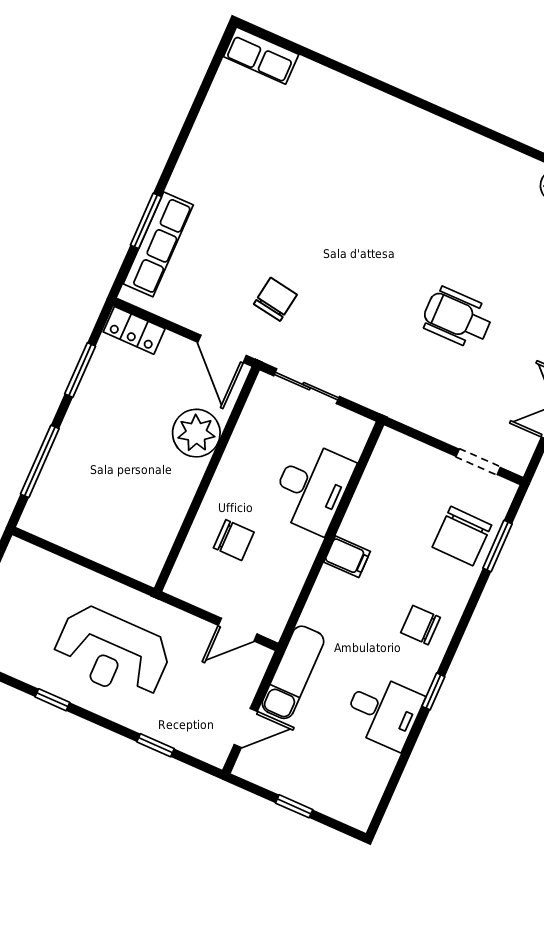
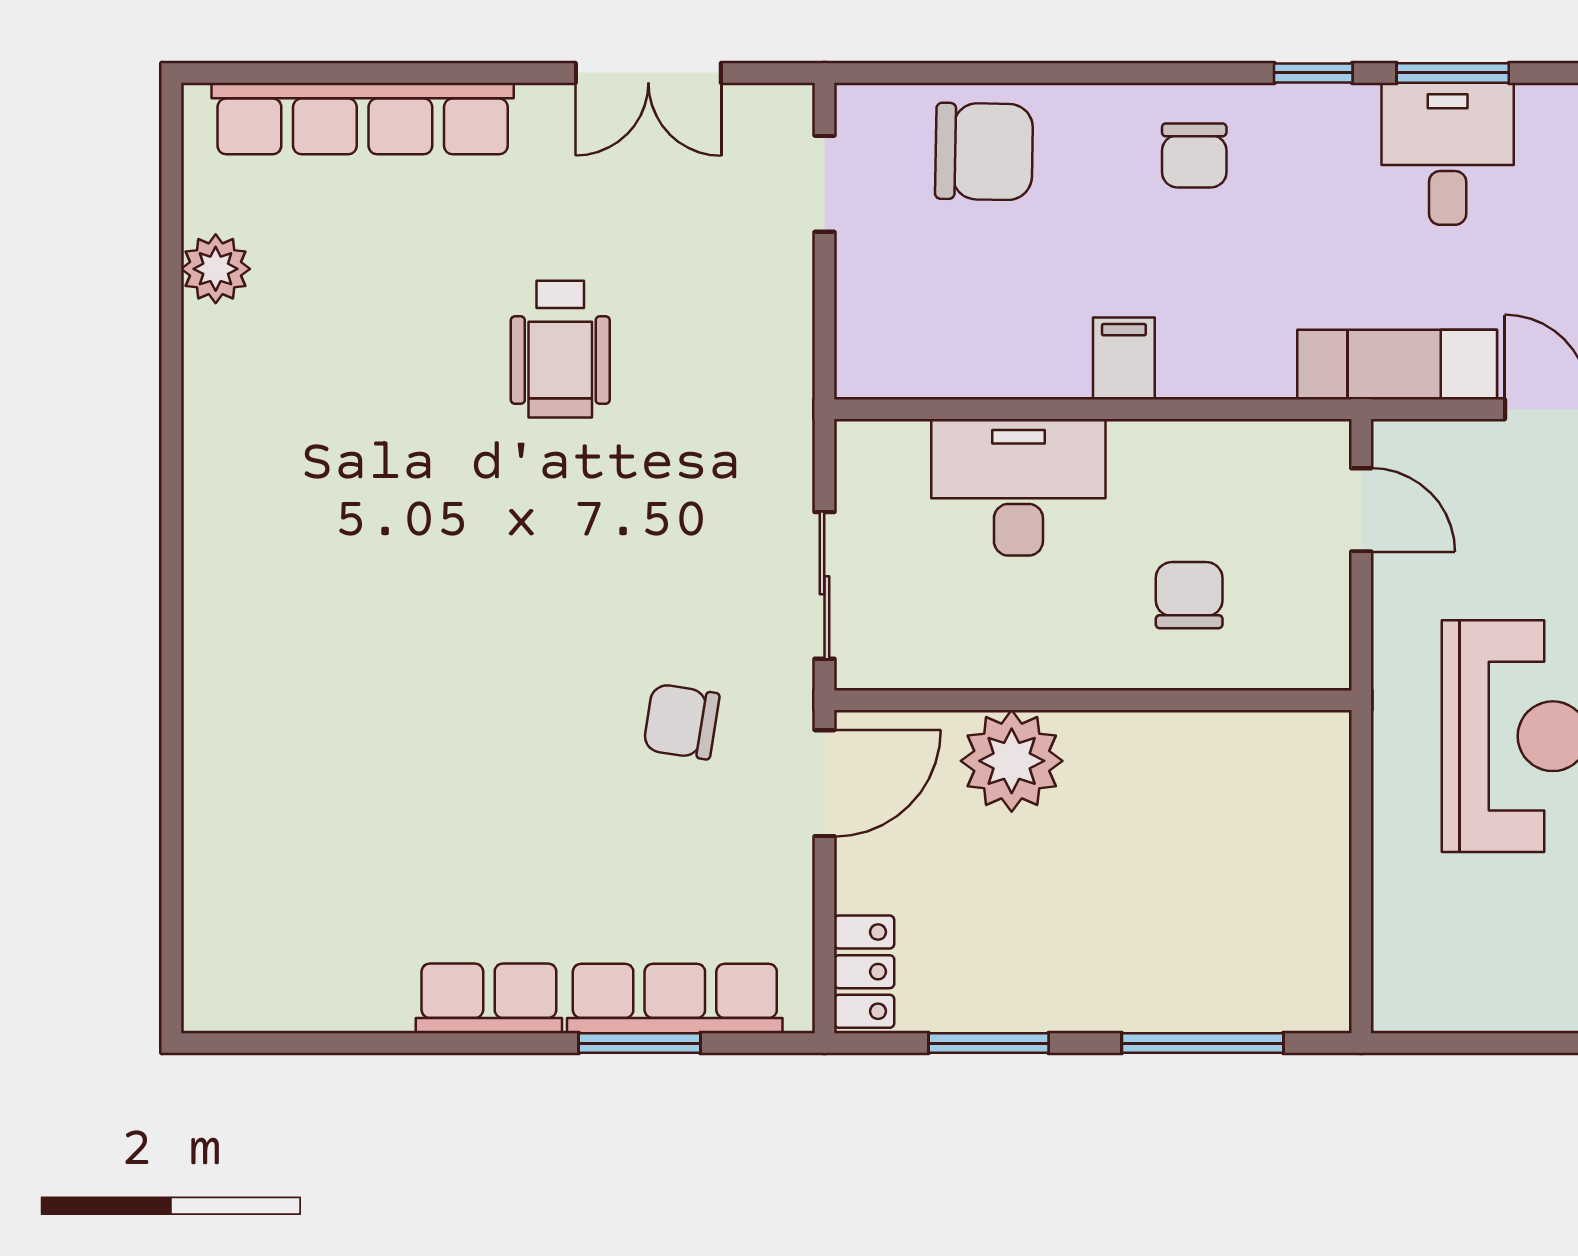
row of seats: (261, 56) -> (489, 998), moved, turned -90
window: (498, 546) -> (1453, 73), moved
desk: (383, 712) -> (1448, 154), moved

